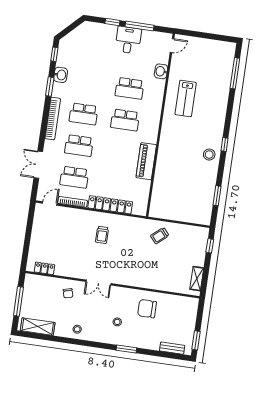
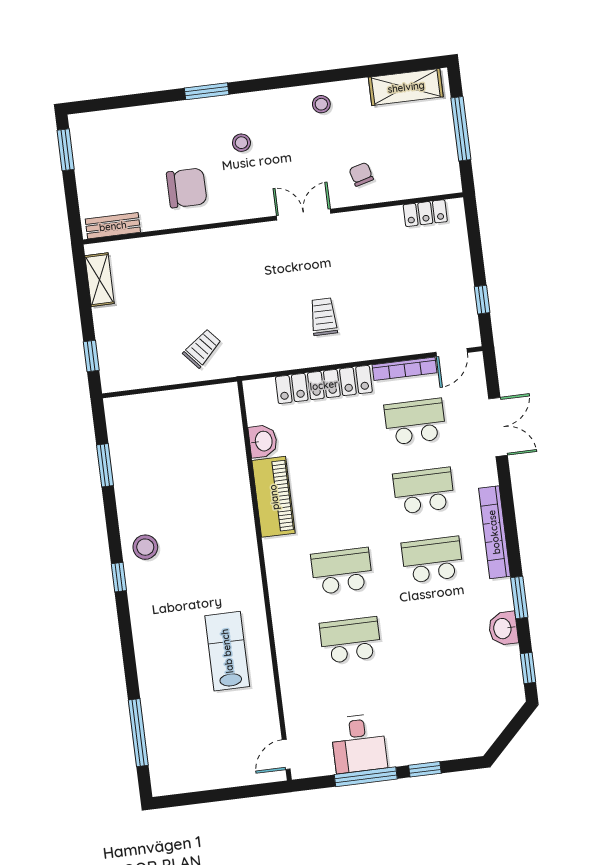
desk: (128, 40) -> (359, 743), moved
washbasin: (161, 71) -> (263, 441), moved
window: (30, 223) -> (482, 300), added
bench: (172, 348) -> (113, 226), moved

